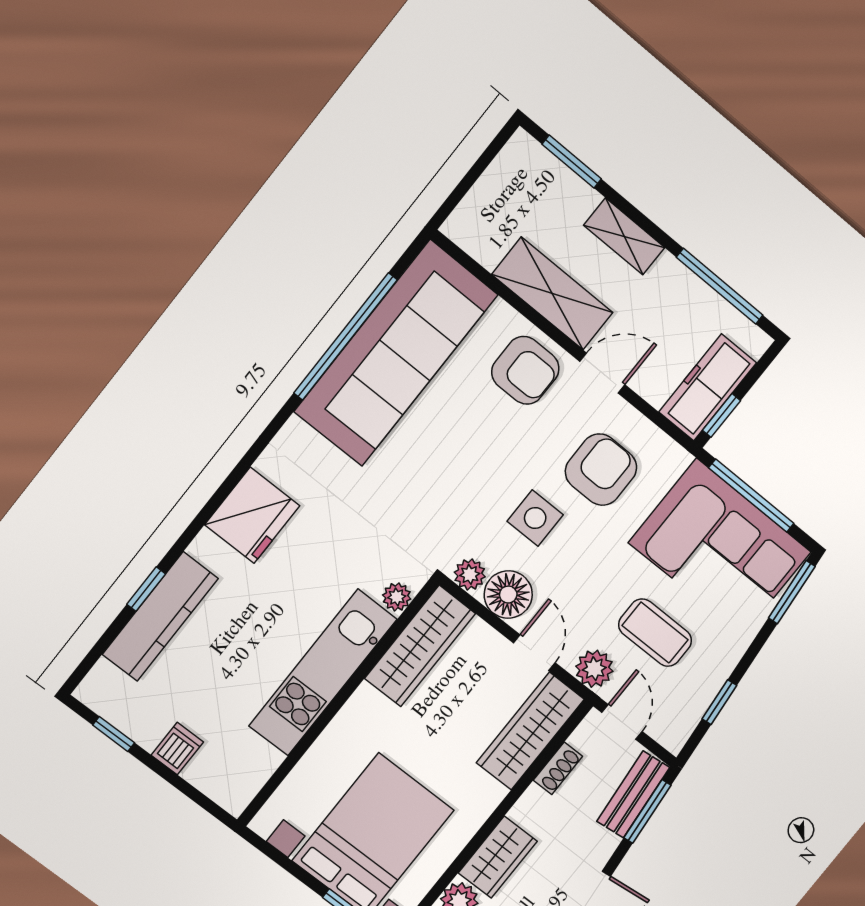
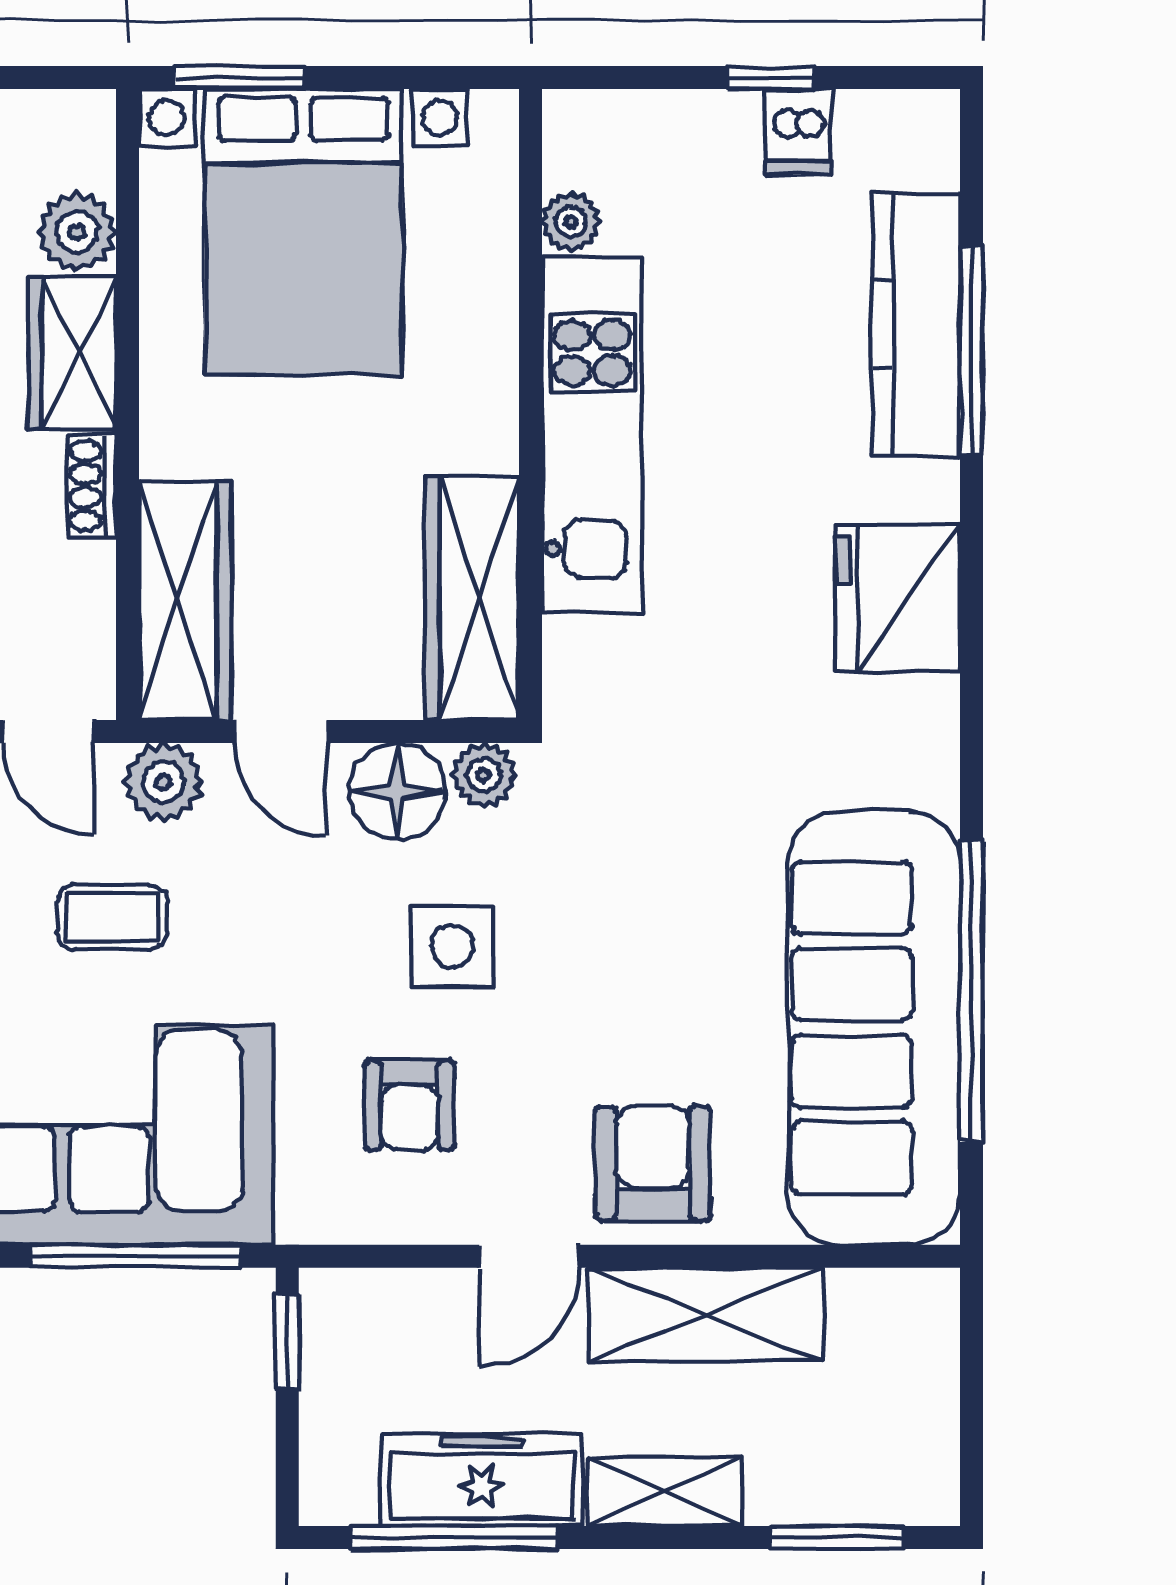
armchair: (525, 370) -> (653, 1163), turned 90
freezer: (708, 387) -> (482, 1480), moved, turned -90
armchair: (601, 470) -> (409, 1105), width x0.72, depth x0.72
window: (146, 589) -> (972, 351), width x2.17
plant: (397, 597) -> (571, 222), moved
coffee table: (655, 633) -> (112, 917), width x0.73, depth x0.77
window: (114, 734) -> (770, 78), moved
dishwasher: (177, 749) -> (798, 132), moved
shoe rack: (558, 768) -> (91, 486), moved

